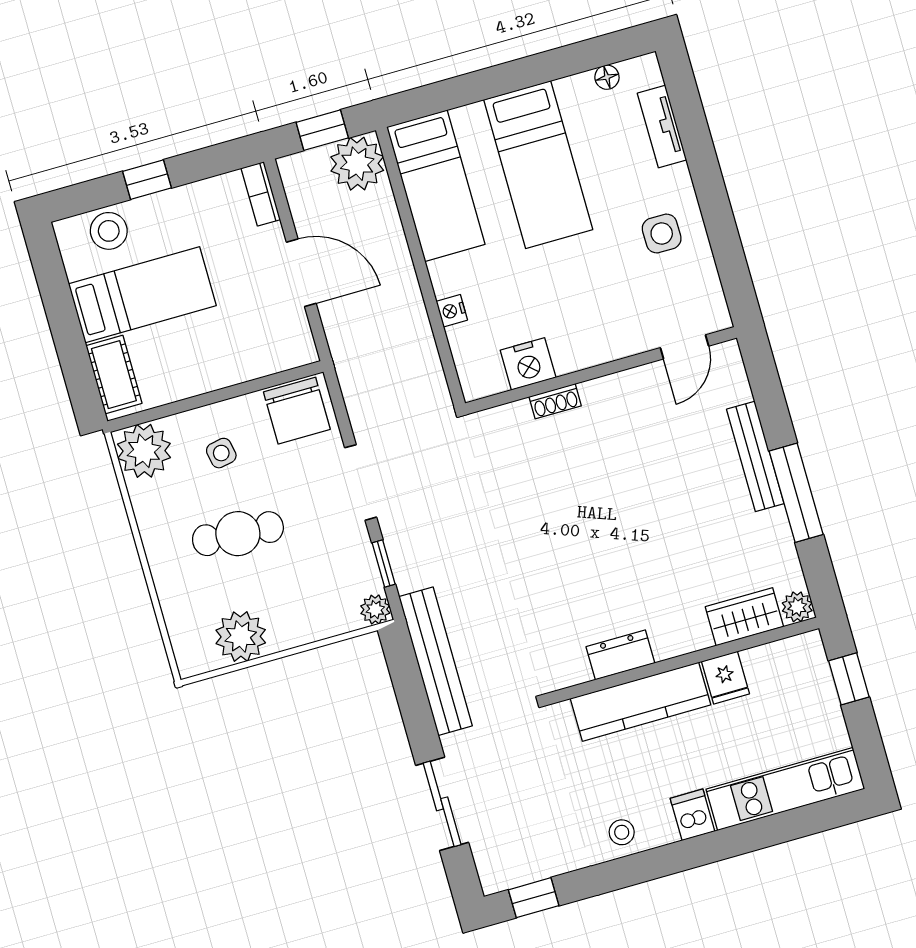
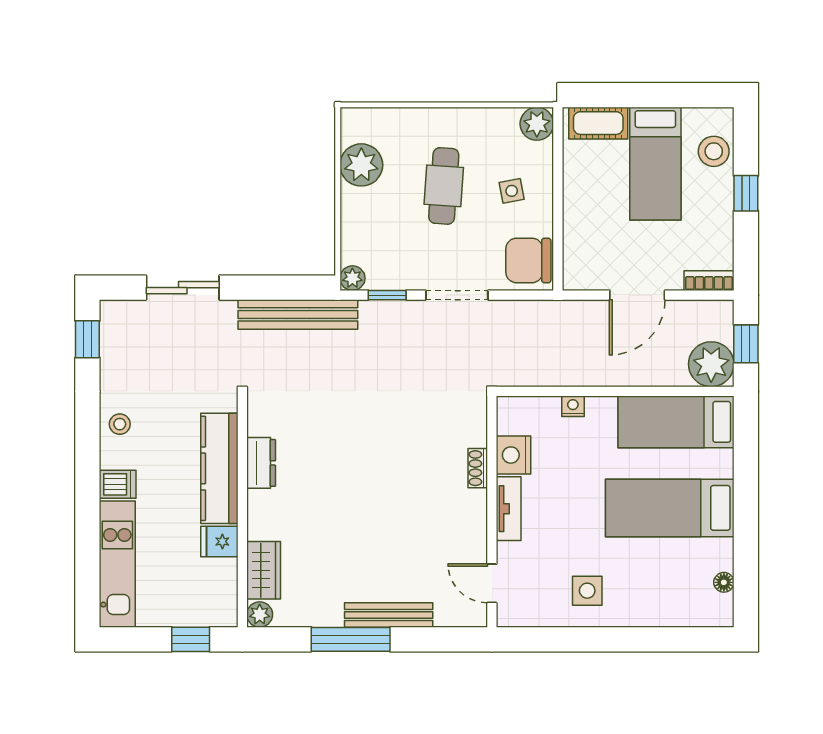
tv unit: (662, 126) -> (509, 509), moved, turned 90
plant: (144, 451) -> (537, 124), width x0.73, depth x0.73

